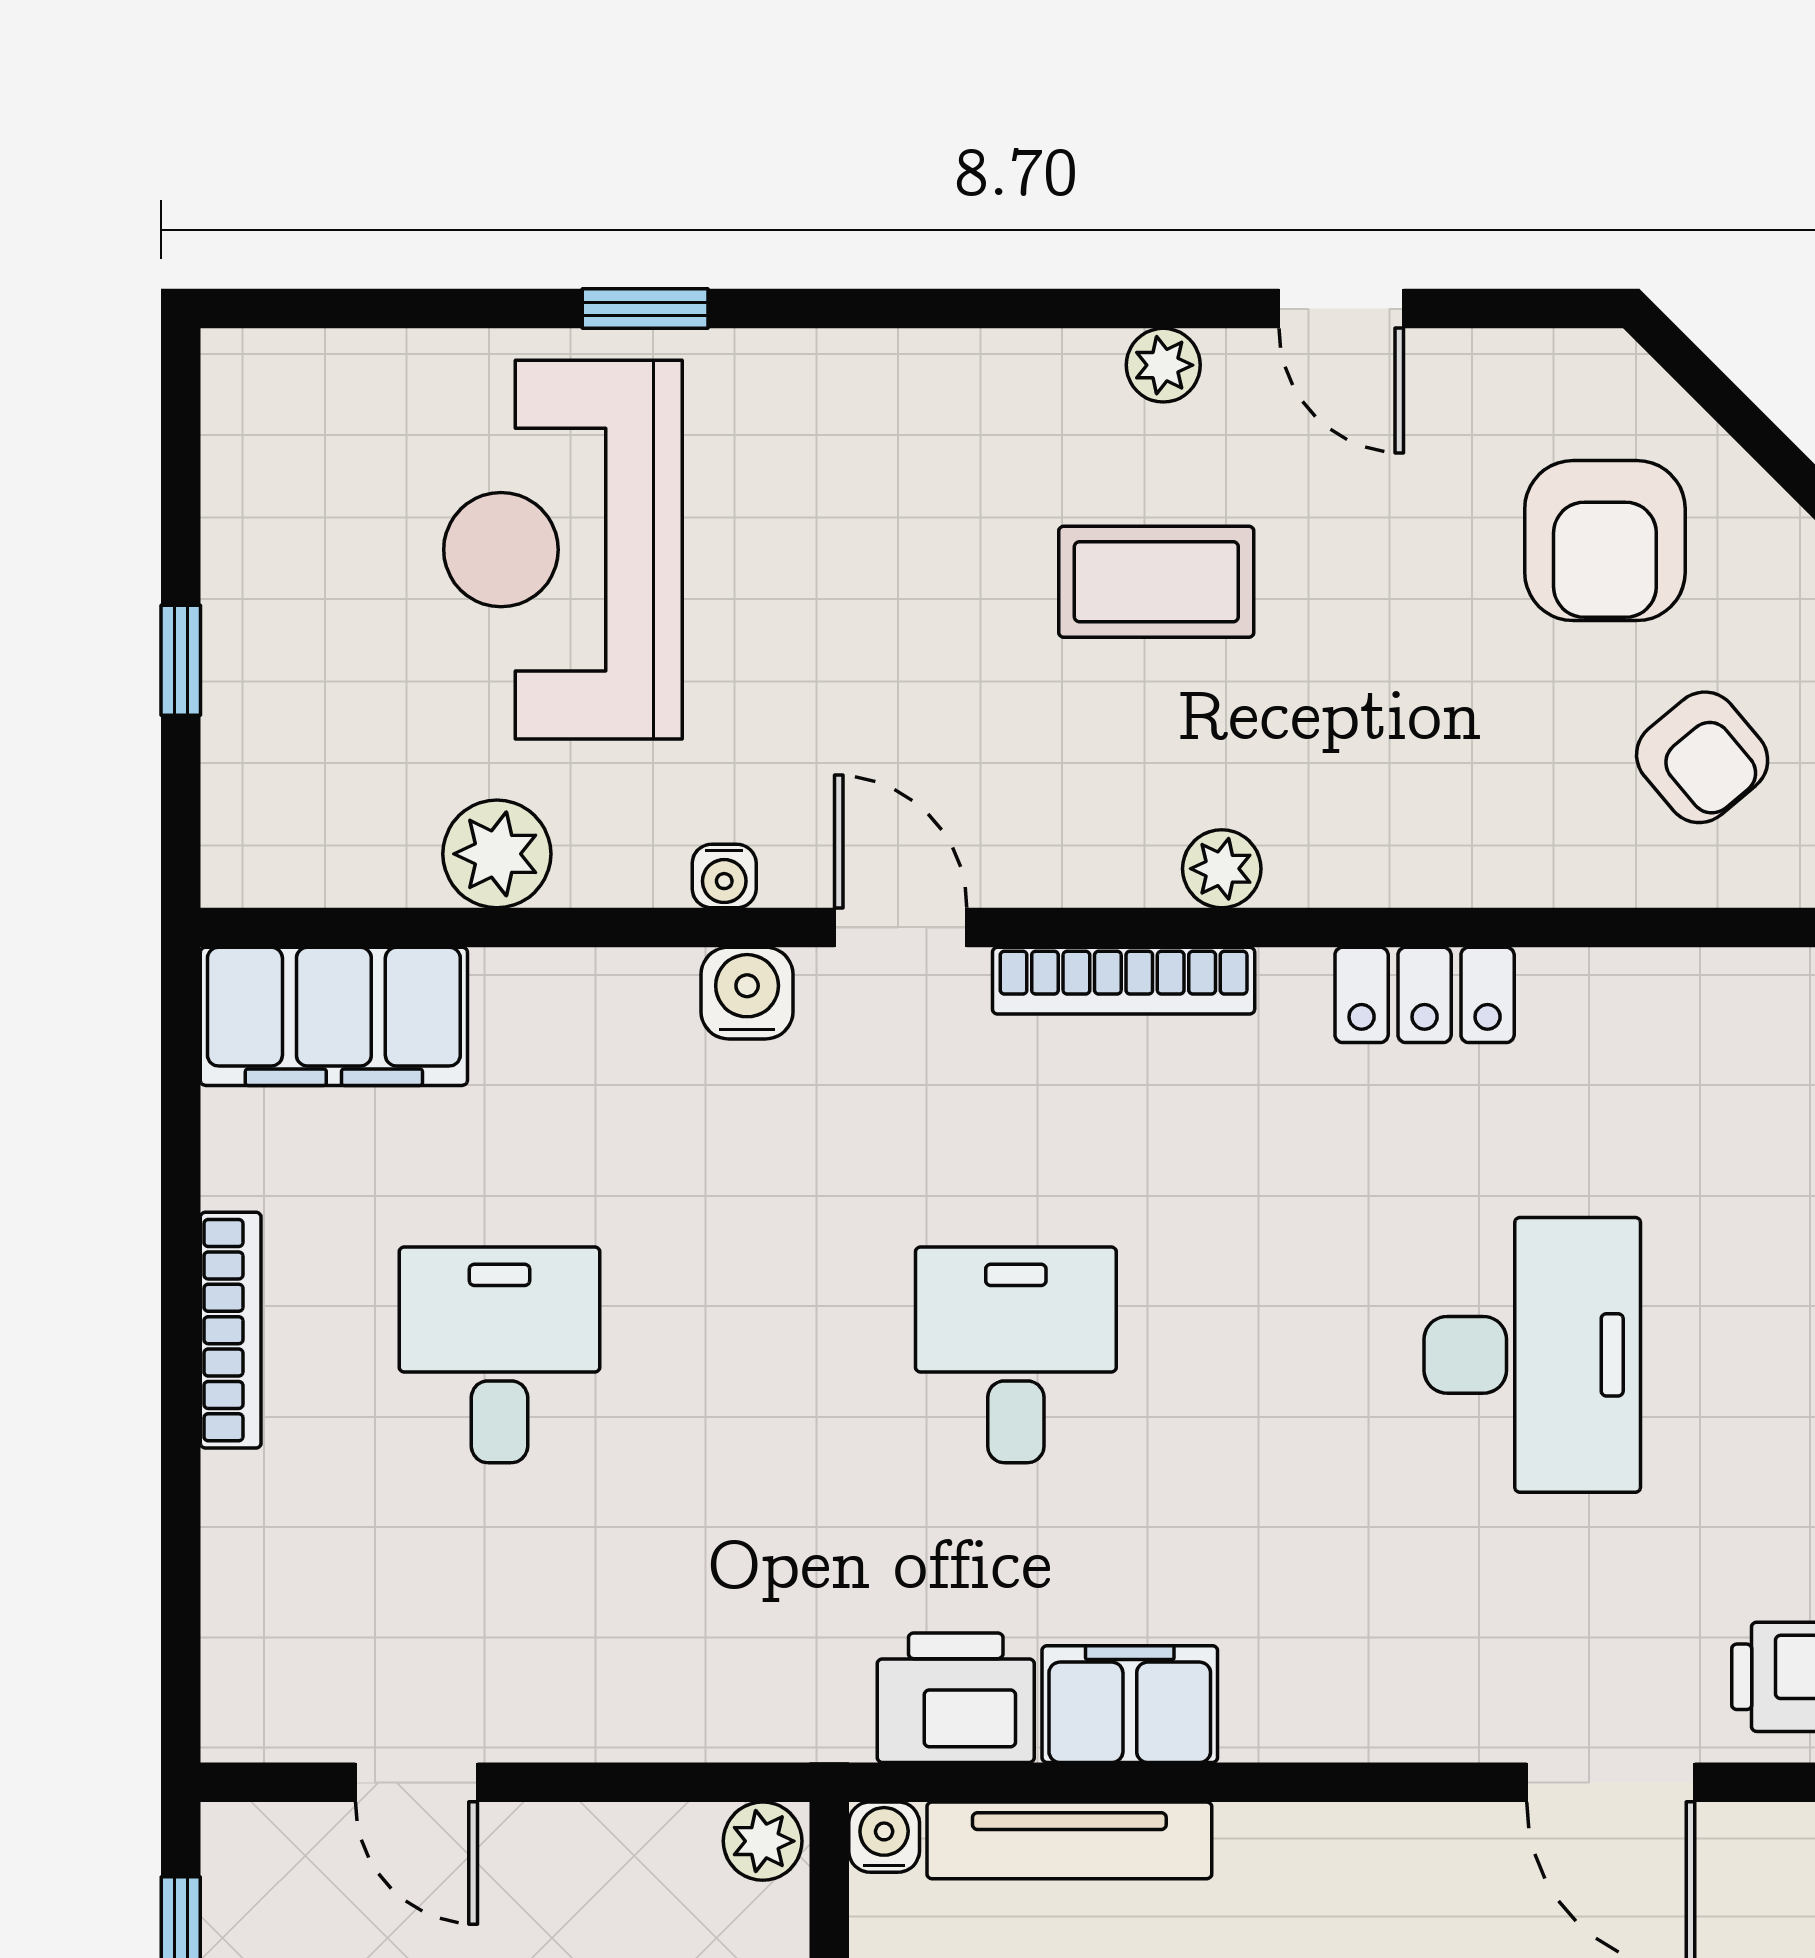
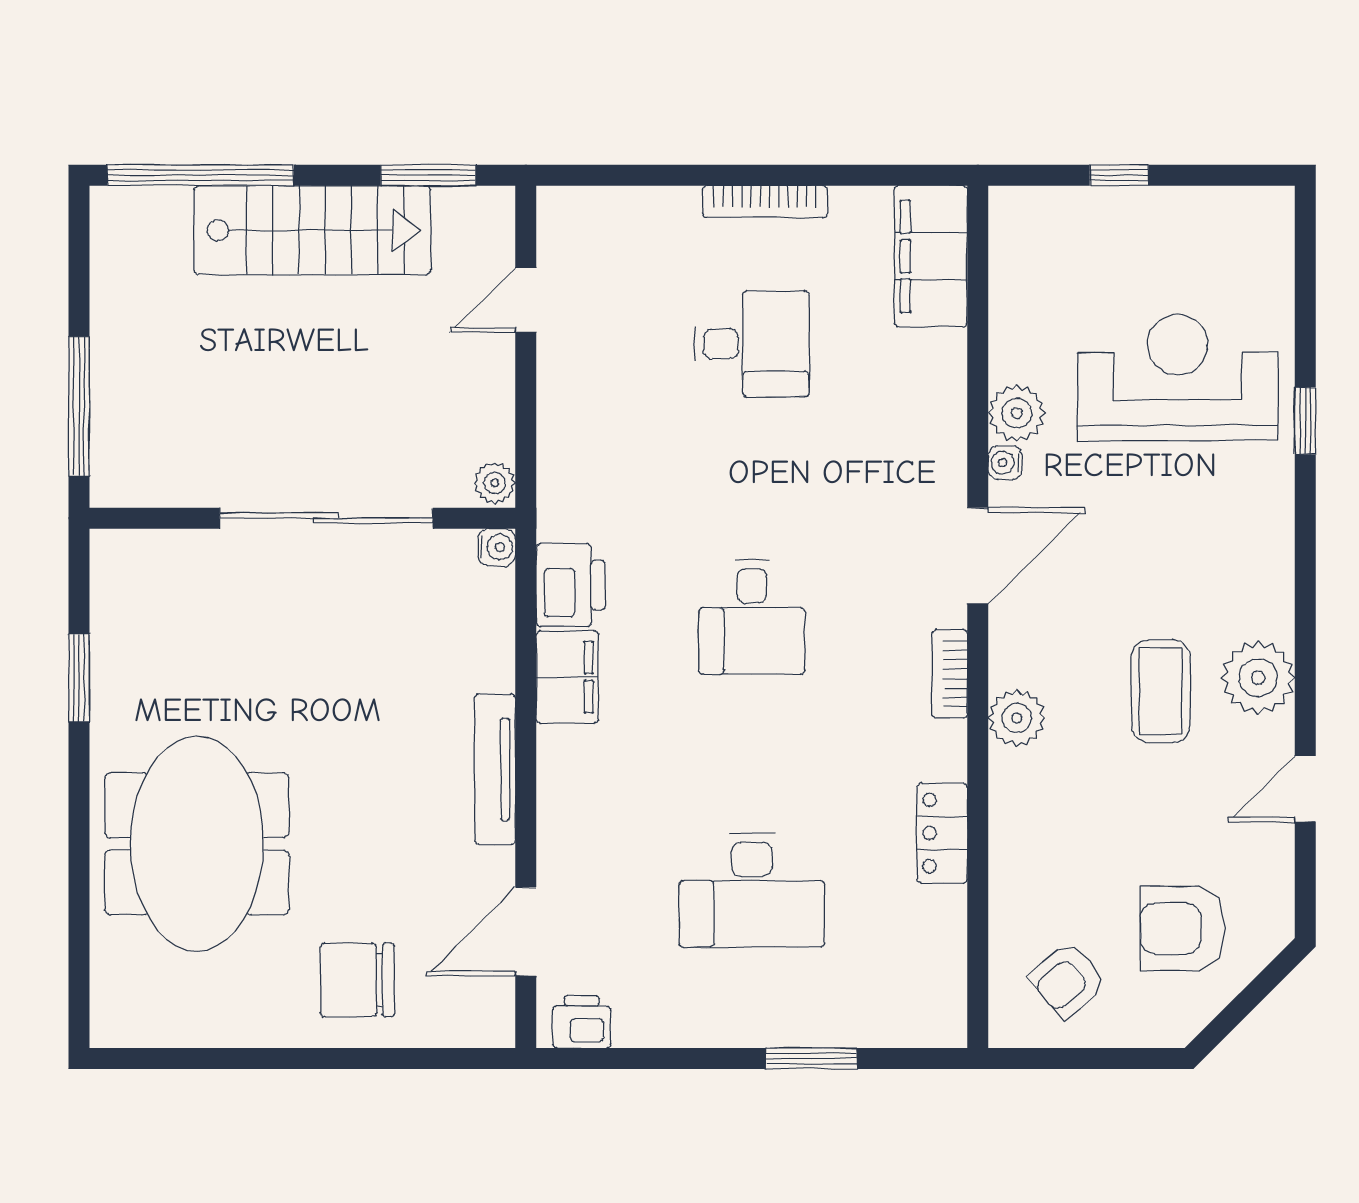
plant: (1163, 365) -> (1258, 678), width x1.87, depth x1.87
plant: (497, 854) -> (1017, 413), moved
plant: (1222, 869) -> (1017, 718), width x1.38, depth x1.38
door: (901, 927) -> (978, 556), width x1.38
bookcase: (1124, 981) -> (950, 674), width x0.64
water cooler: (747, 993) -> (943, 475), removed
desk: (1016, 1355) -> (752, 617), turned 90
tv unit: (1069, 1840) -> (495, 769), moved

